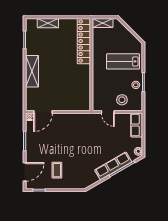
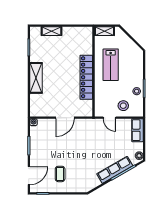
locker: (84, 41) -> (86, 77), moved
lab bench: (123, 61) -> (111, 65), moved, turned -90
door: (43, 112) -> (65, 118), moved

